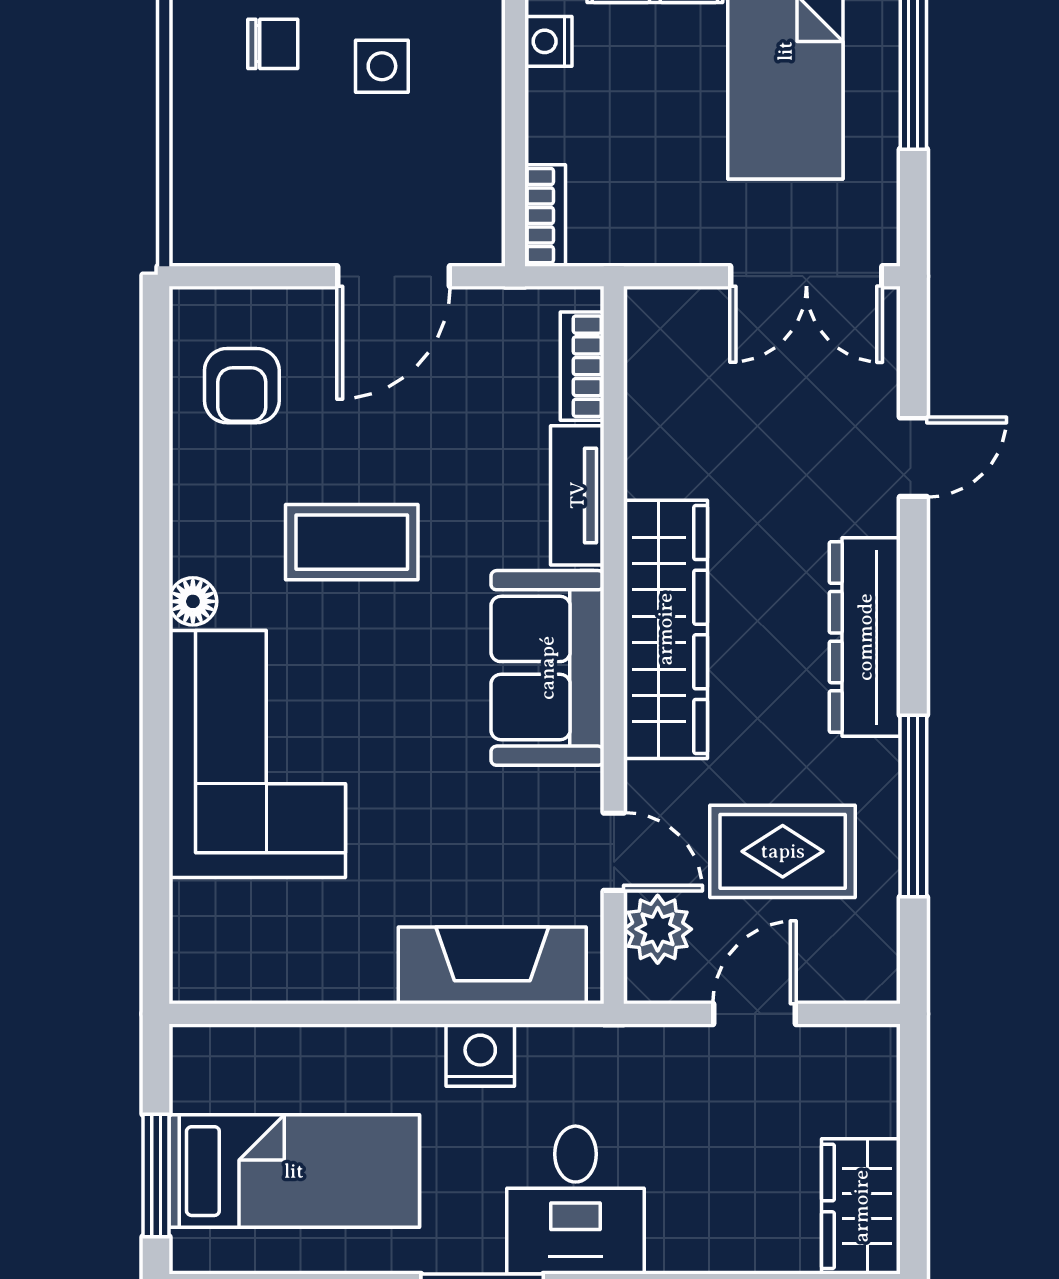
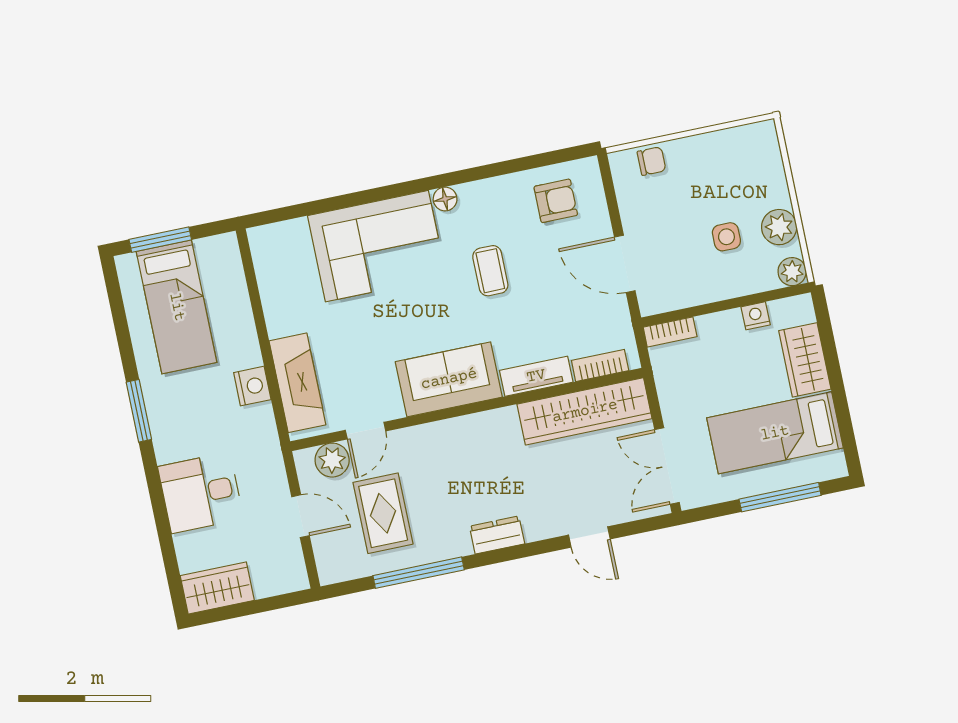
chair: (273, 44) -> (651, 161), moved, turned -90
armchair: (242, 386) -> (556, 201), turned 180
coffee table: (352, 542) -> (490, 271), width x0.73, depth x0.77
wardrobe: (665, 629) -> (585, 411), moved
dresser: (865, 637) -> (497, 535), width x0.51, depth x0.80
desk: (575, 1200) -> (201, 493), moved

